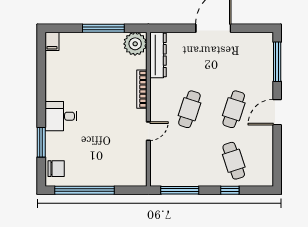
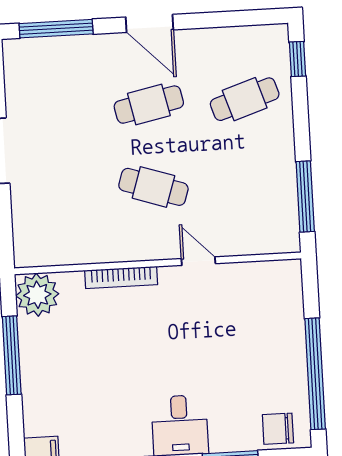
dresser: (158, 55) -> (56, 251), removed
cafe table: (234, 109) -> (149, 105), turned -30
chair: (56, 169) -> (278, 429), turned -90
window: (230, 190) -> (297, 59), moved

